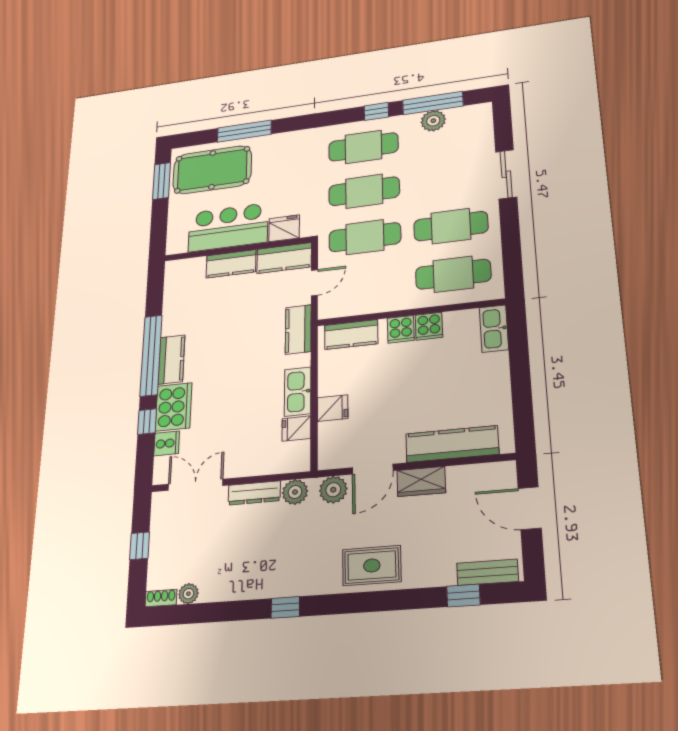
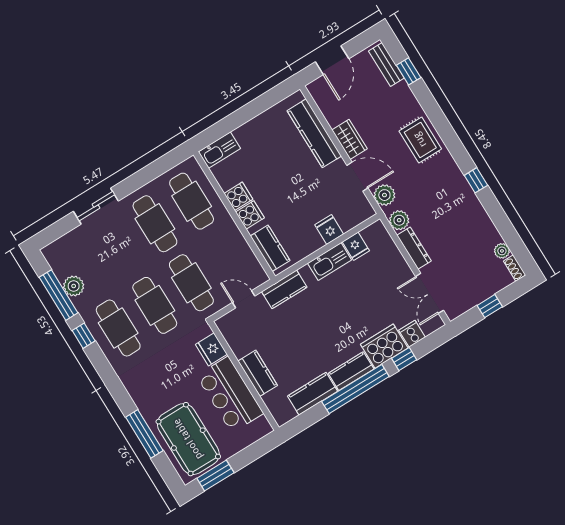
kitchen counter: (284, 258) -> (313, 394), moved, turned -90

